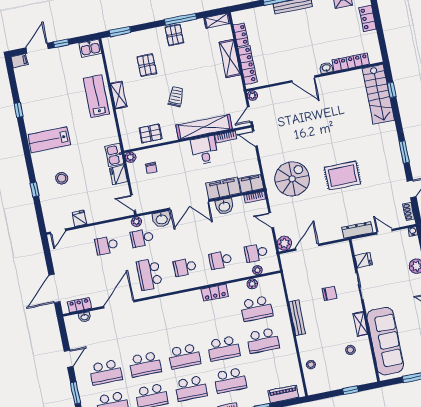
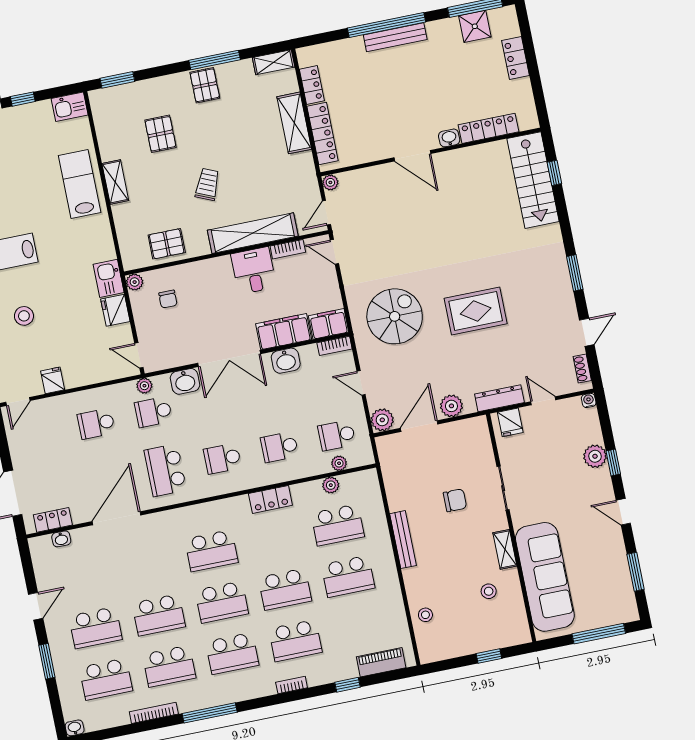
plant: (327, 235) -> (451, 406), added
fridge: (363, 260) -> (510, 422), moved, turned 90
school desk: (178, 324) -> (211, 551), added

